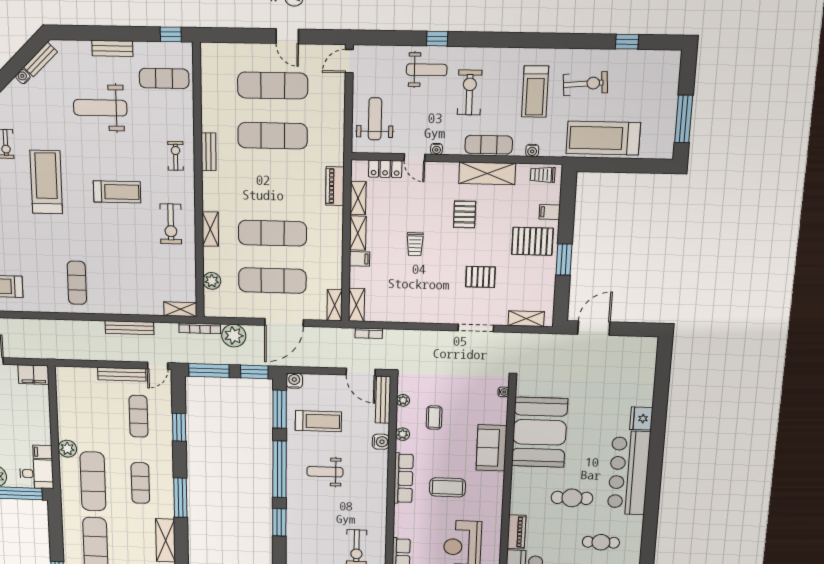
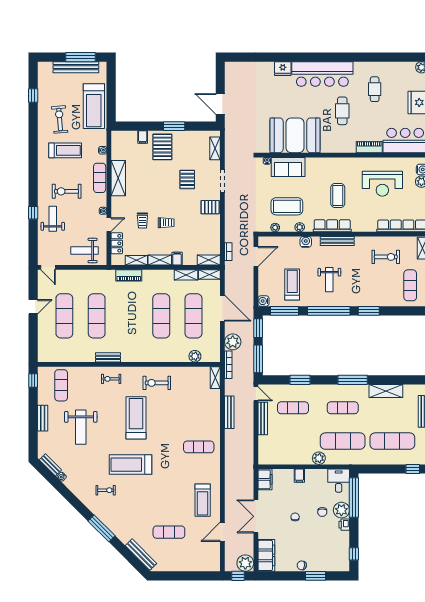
bench: (668, 111) -> (76, 67), added
trolley: (543, 175) -> (142, 220), moved
treadmill: (117, 192) -> (136, 418), width x1.37, depth x1.38
pallet: (465, 214) -> (210, 207), moved
exercise bike: (171, 224) -> (157, 383), turned 180
shelving: (210, 229) -> (186, 275), moved
bench: (383, 400) -> (337, 241), moved
coffee table: (434, 418) -> (287, 206), width x1.86, depth x1.72
sofa: (491, 448) -> (288, 167), moved
filing cabinet: (43, 452) -> (299, 476), moved

